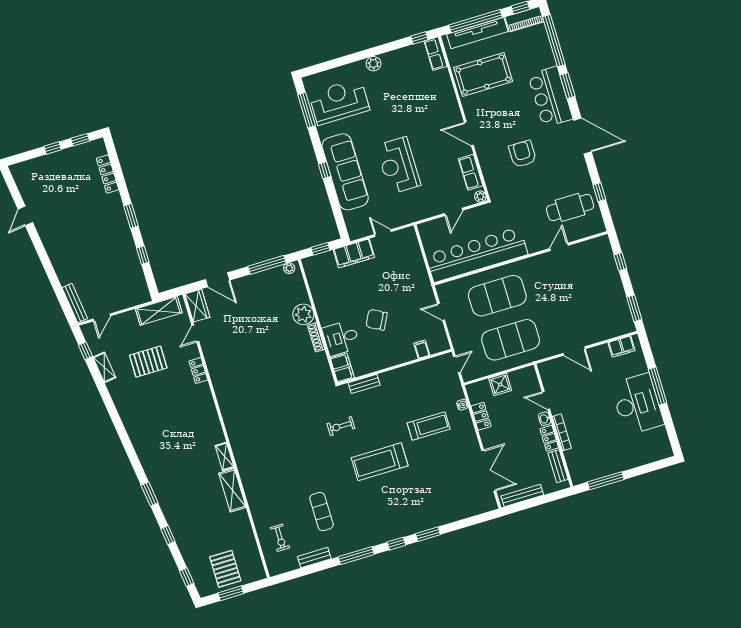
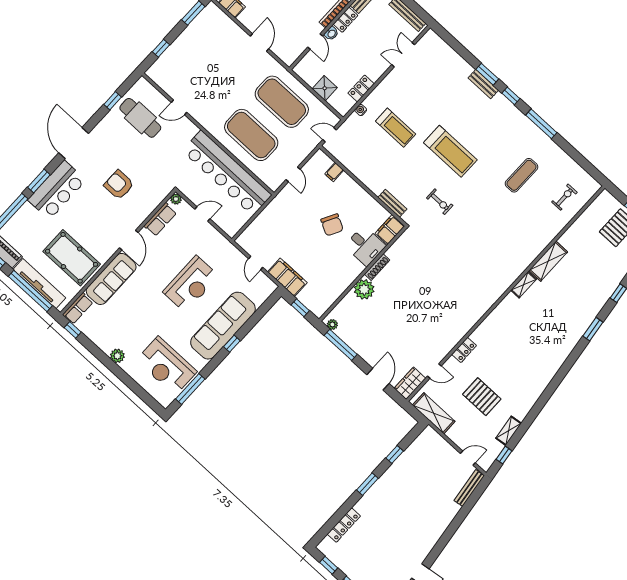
sofa: (444, 98) -> (111, 279), added
armchair: (523, 154) -> (119, 185), turned 90
treadmill: (429, 426) -> (396, 128), turned 180
double door: (489, 471) -> (403, 55), width x0.73
bench: (314, 558) -> (483, 84), moved

